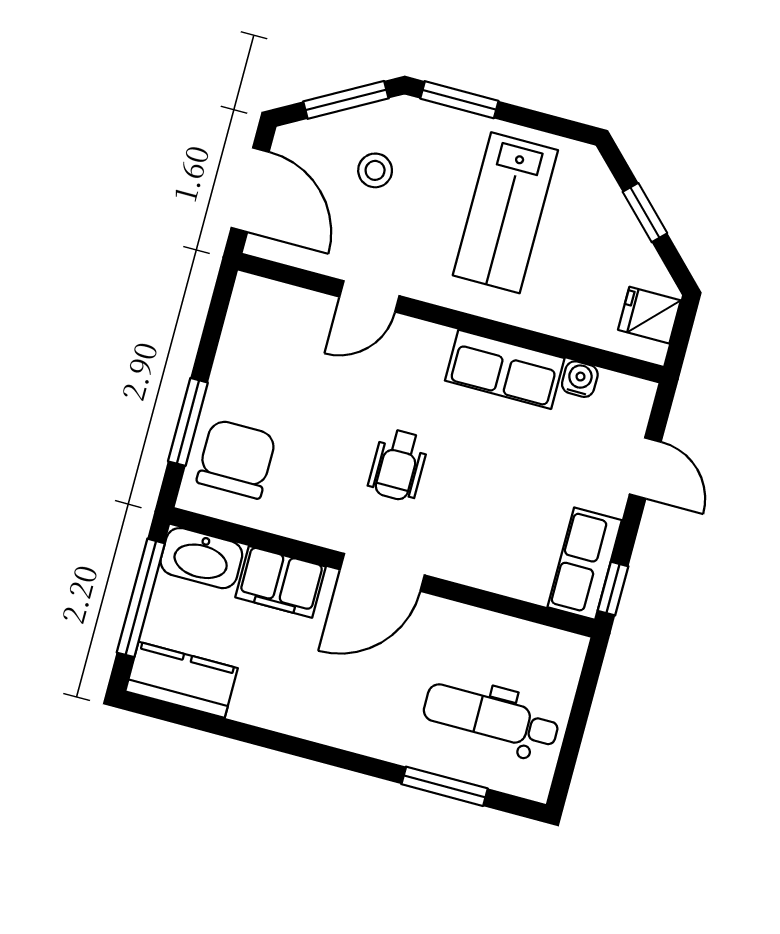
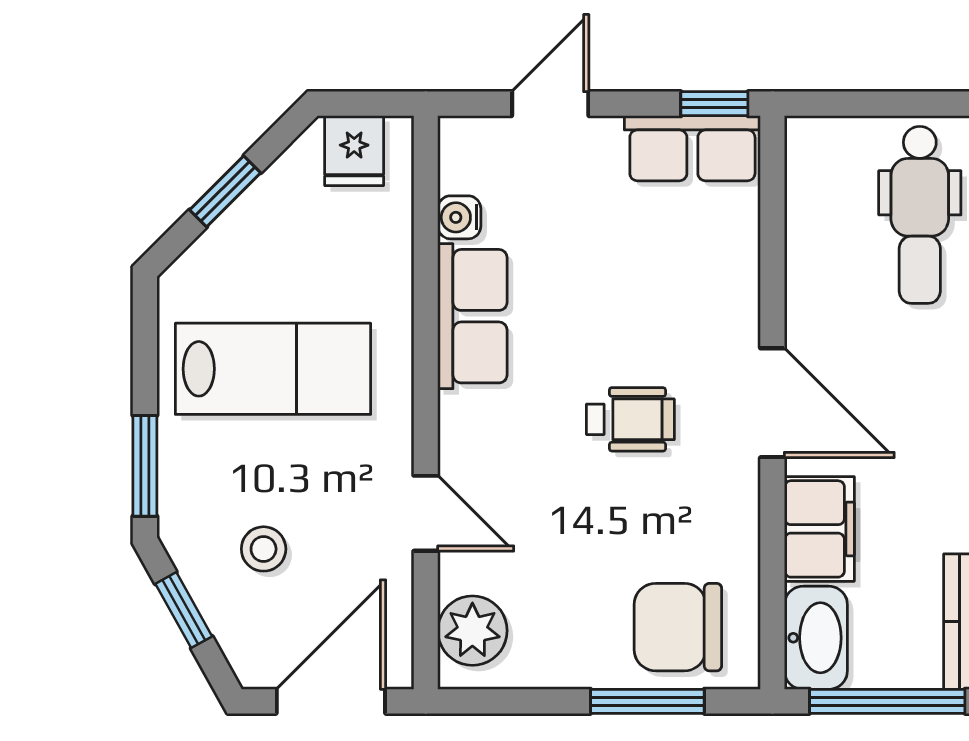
window: (346, 100) -> (184, 610), width x0.67
plant: (274, 308) -> (472, 631), added

